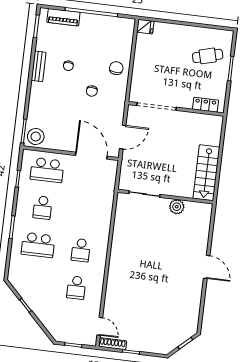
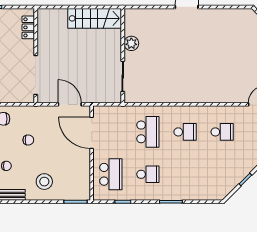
stool: (36, 136) -> (44, 182), moved
door: (91, 156) -> (92, 133), hinge flipped
school desk: (38, 245) -> (148, 132), moved

